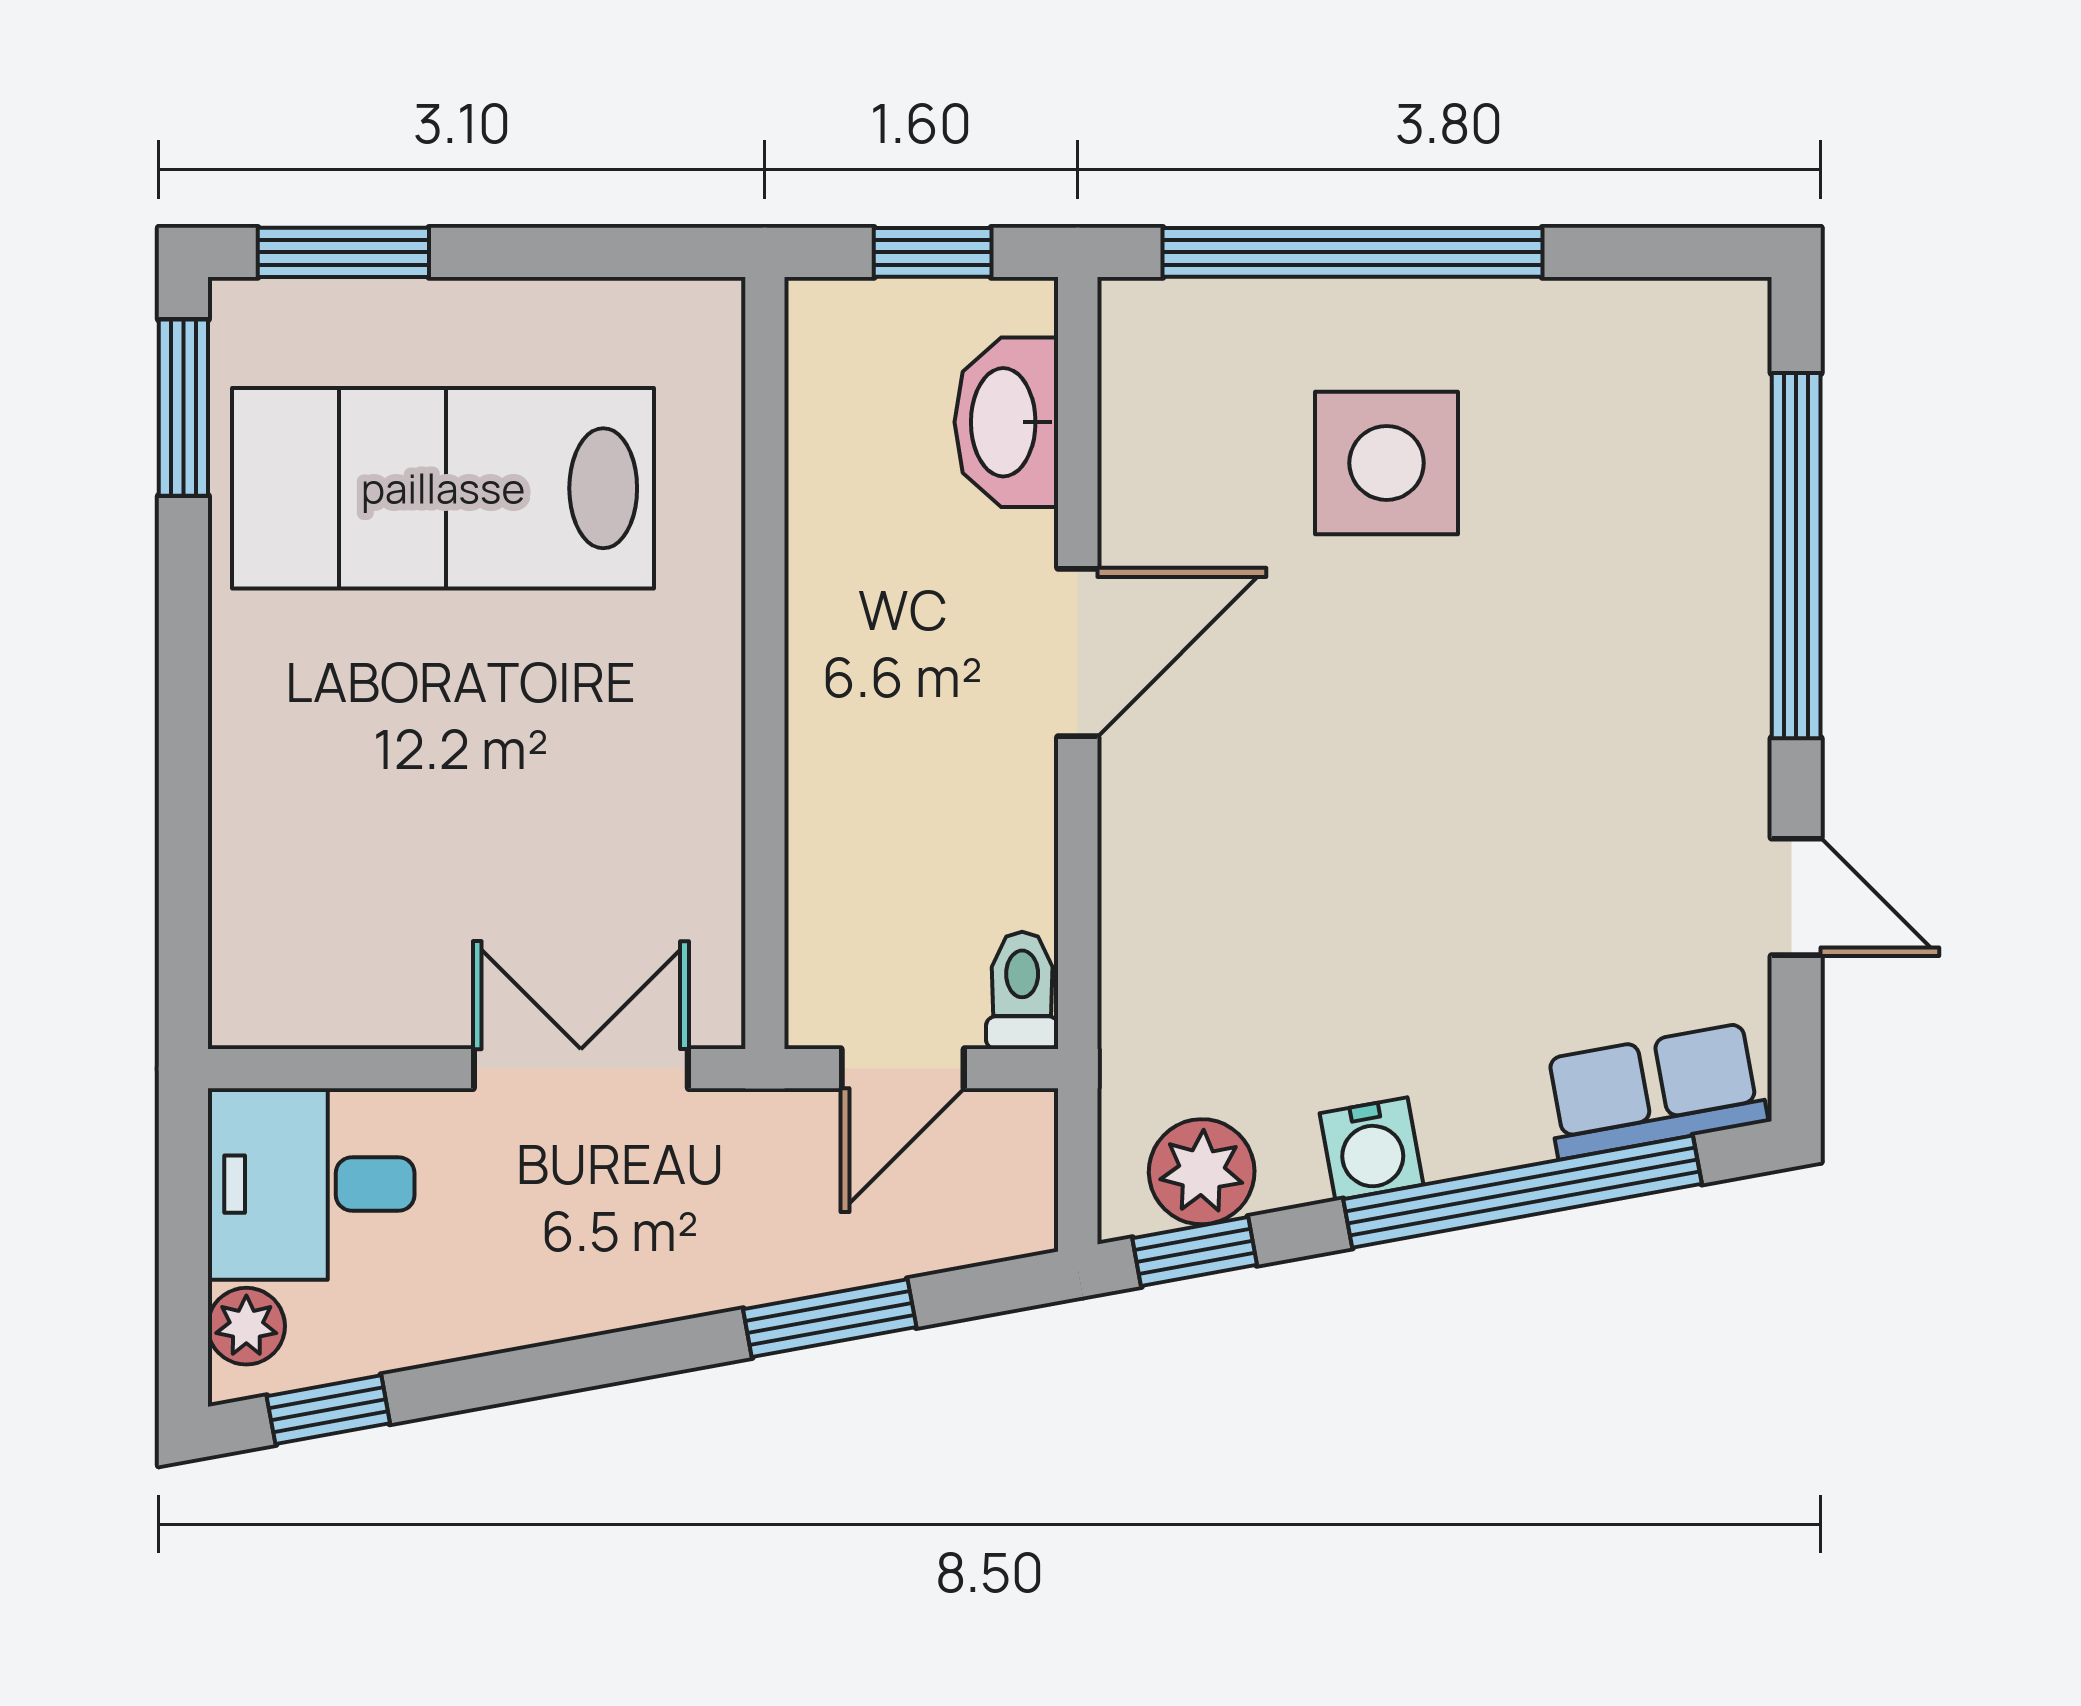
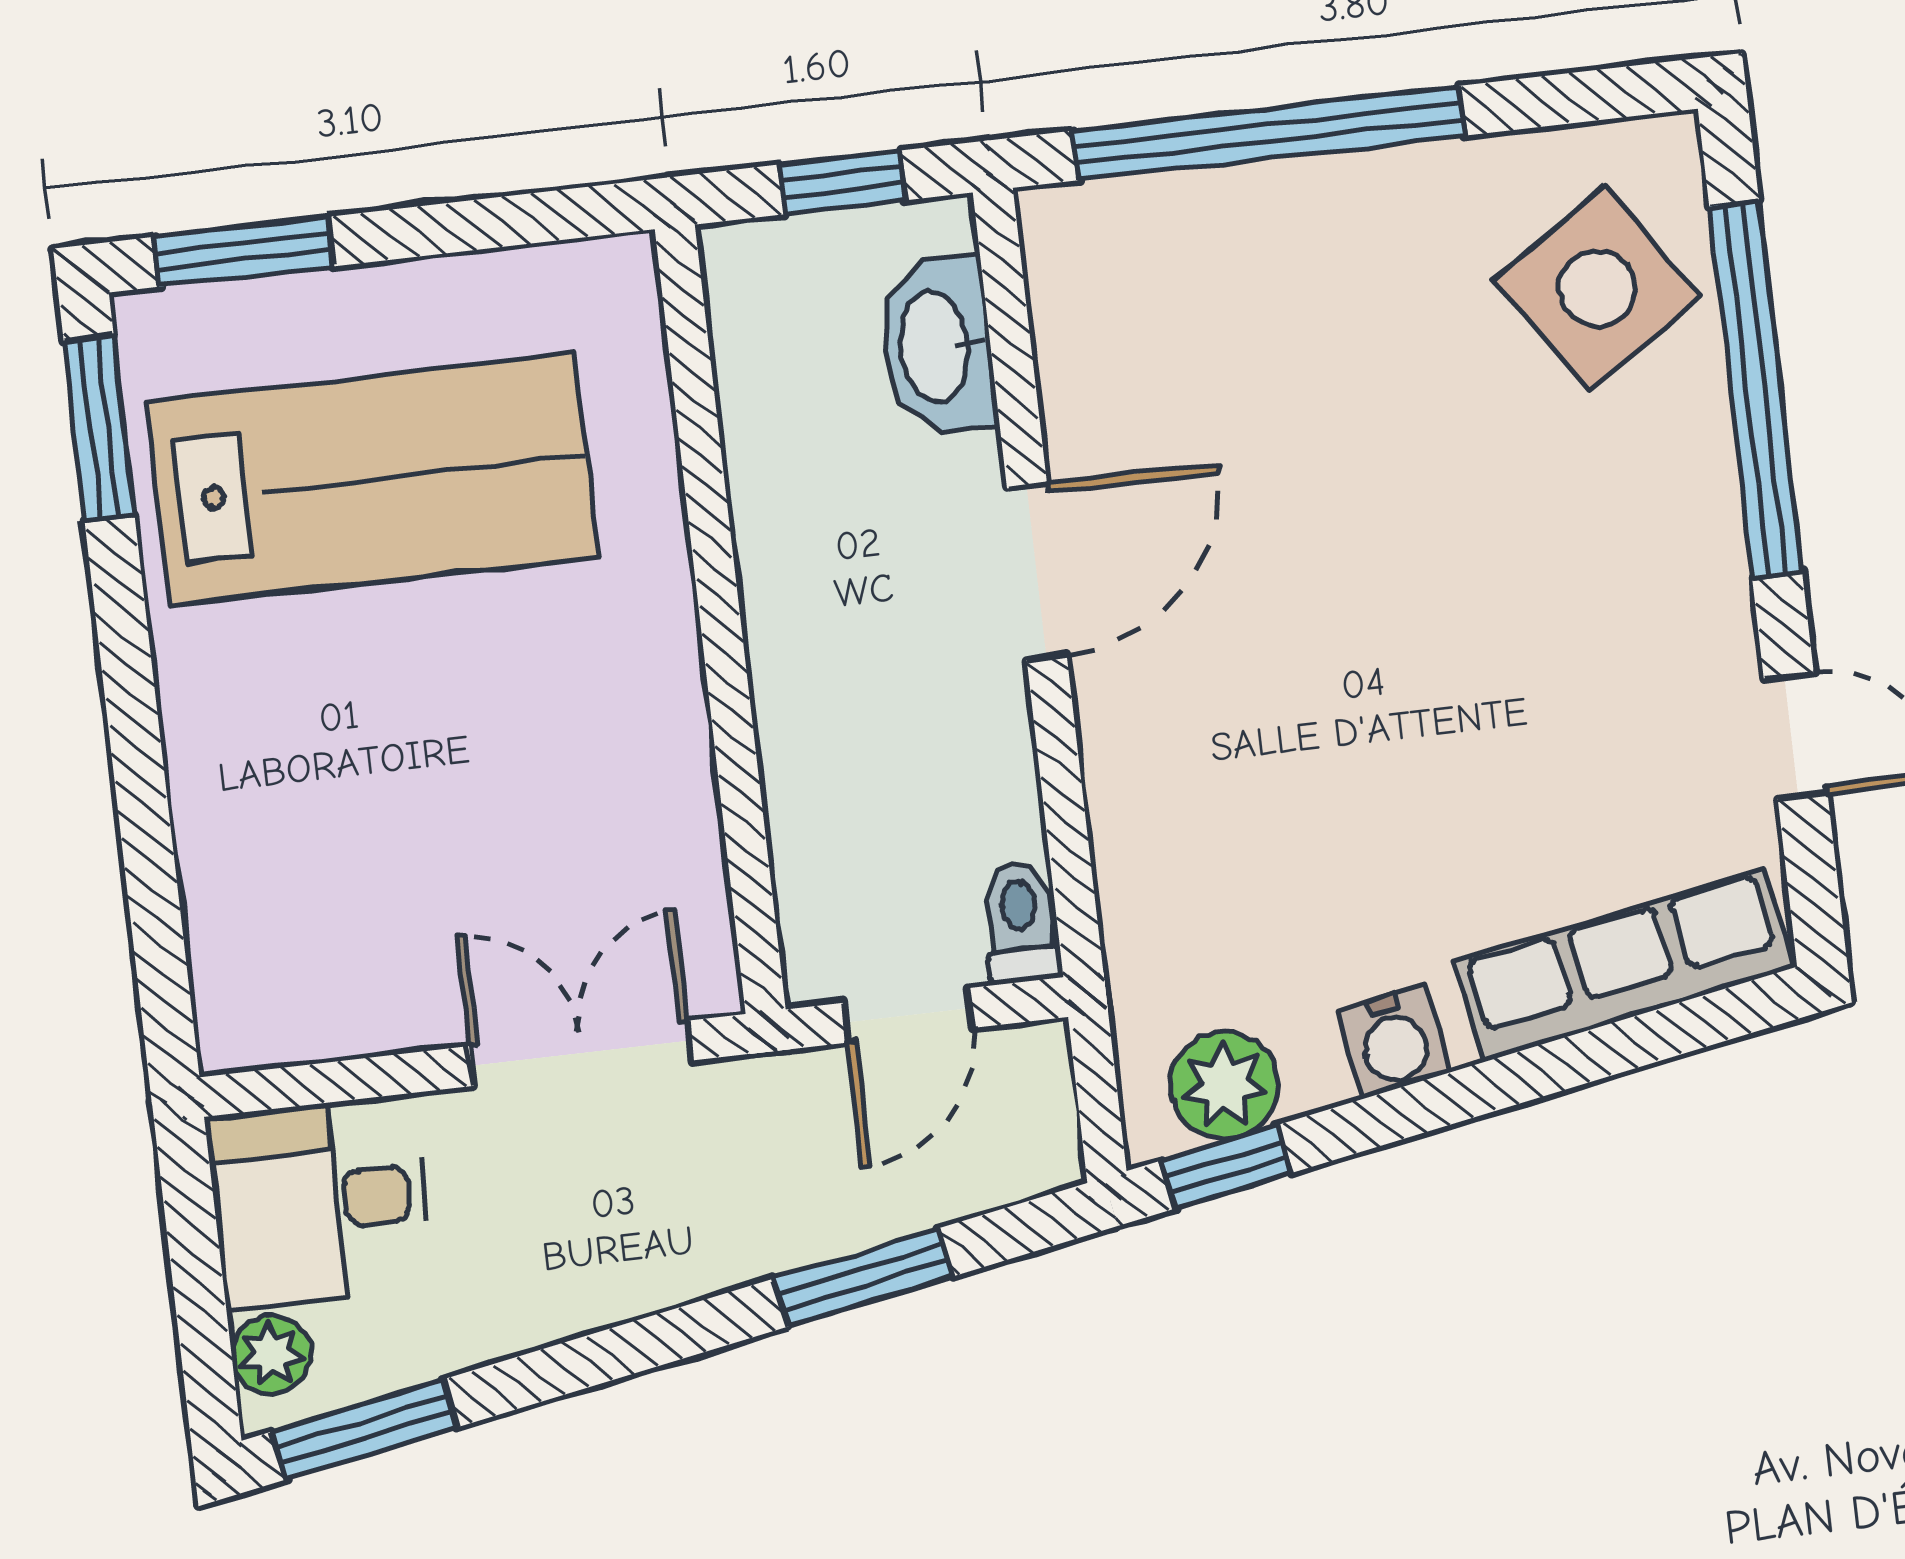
side table: (1387, 463) -> (1597, 288), moved, turned -34
lab bench: (443, 488) -> (372, 480), turned 180
row of seats: (1654, 1091) -> (1624, 965), width x1.48
window: (1523, 1192) -> (1552, 1067), removed
window: (328, 1410) -> (364, 1430), width x1.50

